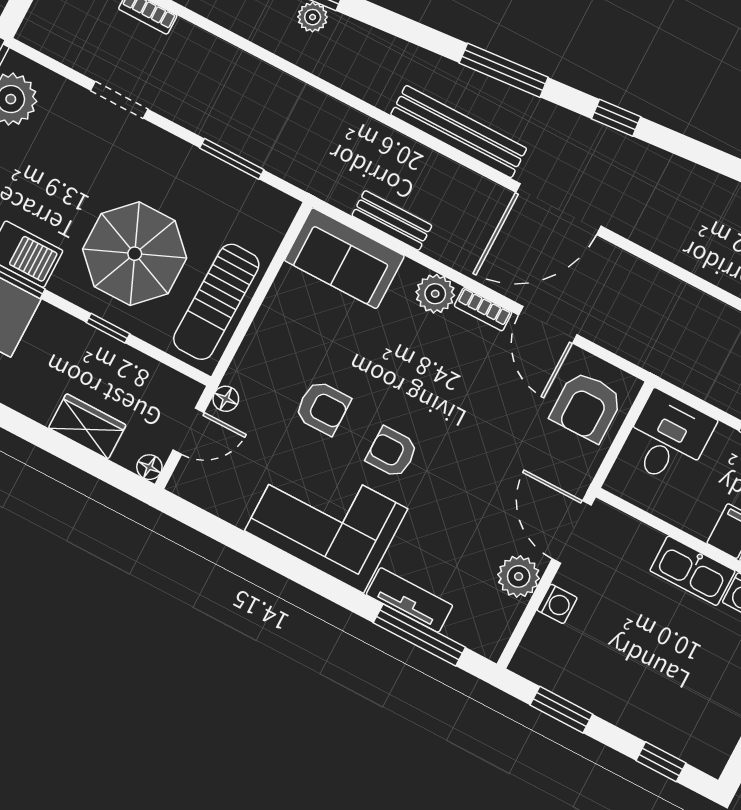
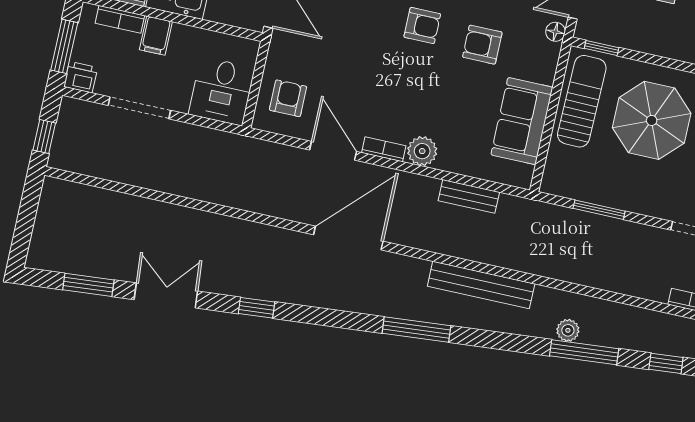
window: (616, 118) -> (257, 308), moved
bench: (459, 132) -> (481, 285), moved
sofa: (344, 258) -> (522, 121), moved, turned -90
window: (108, 328) -> (602, 48), moved
armchair: (587, 407) -> (288, 98), width x0.72, depth x0.72

